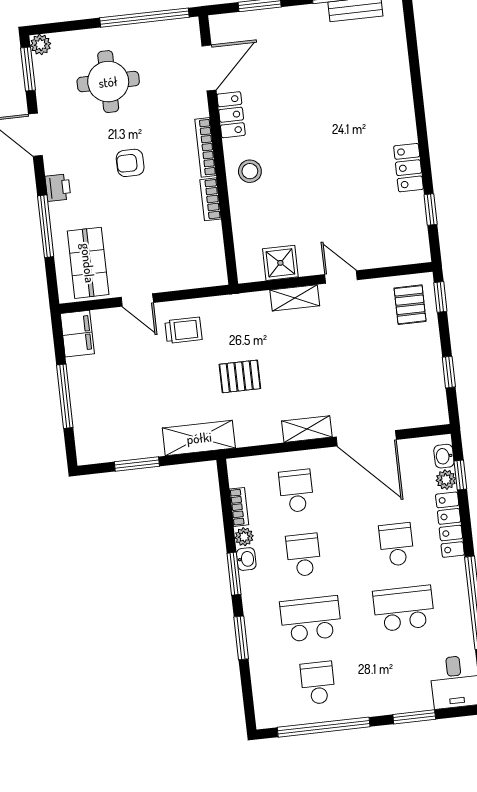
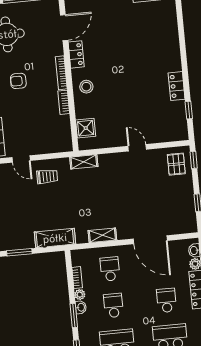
shower: (280, 263) -> (86, 128), moved
shelving: (295, 298) -> (84, 162), moved
pallet: (240, 376) -> (79, 203), removed
shelving: (307, 429) -> (102, 235), moved

